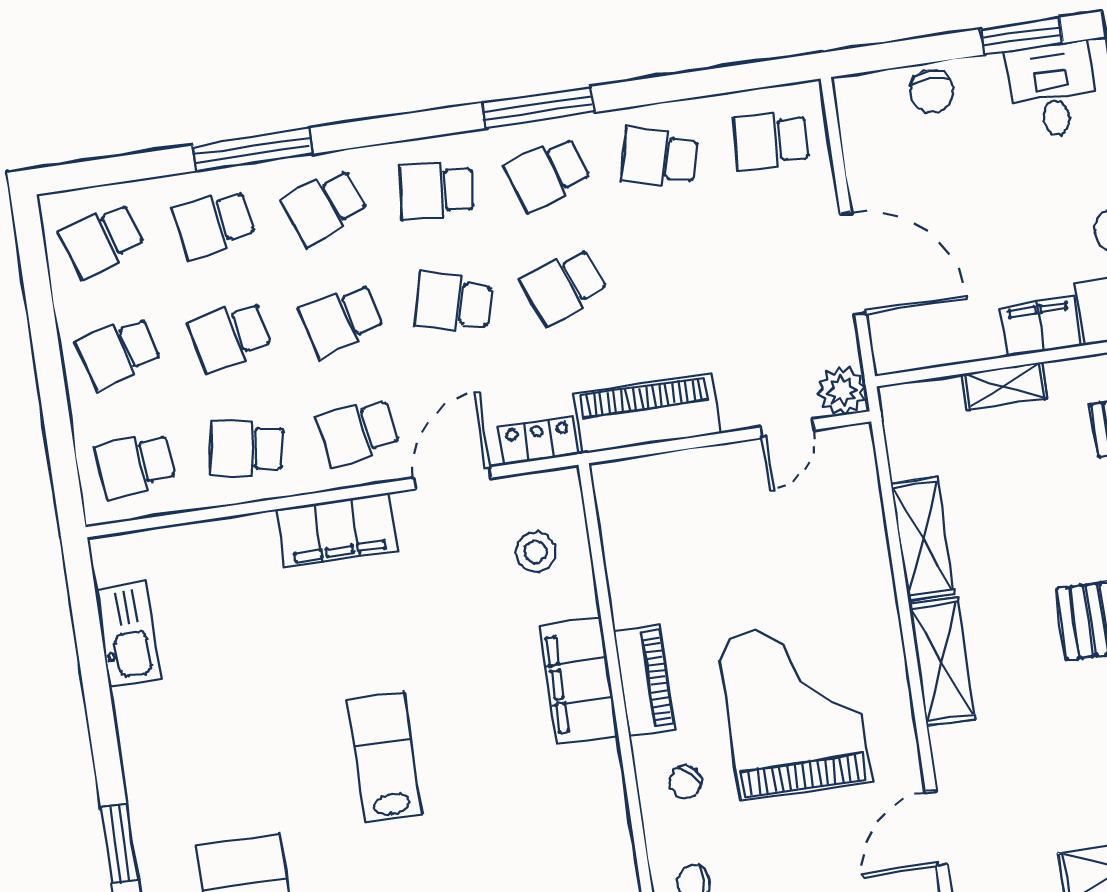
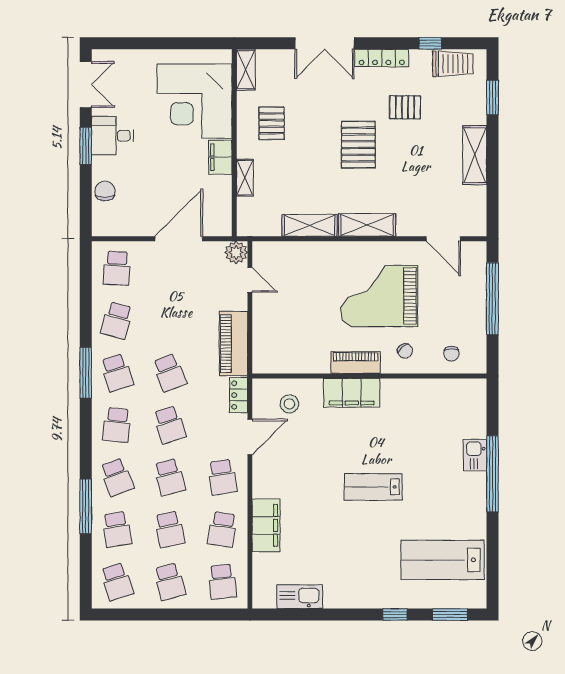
chair: (932, 91) -> (105, 191), turned -90
school desk: (453, 303) -> (170, 425), turned -33
door: (453, 478) -> (250, 437), swing flipped
filing cabinet: (337, 530) -> (266, 525), moved
window: (119, 844) -> (395, 615), width x0.67

